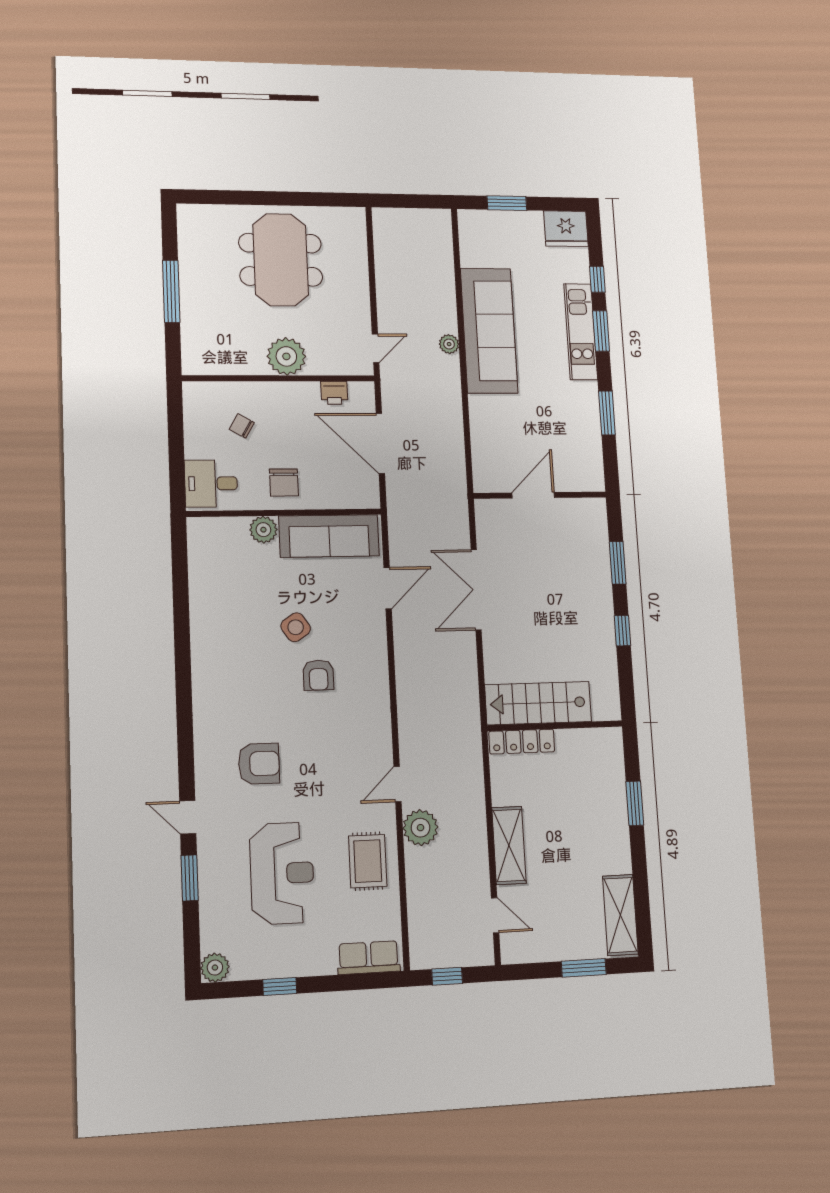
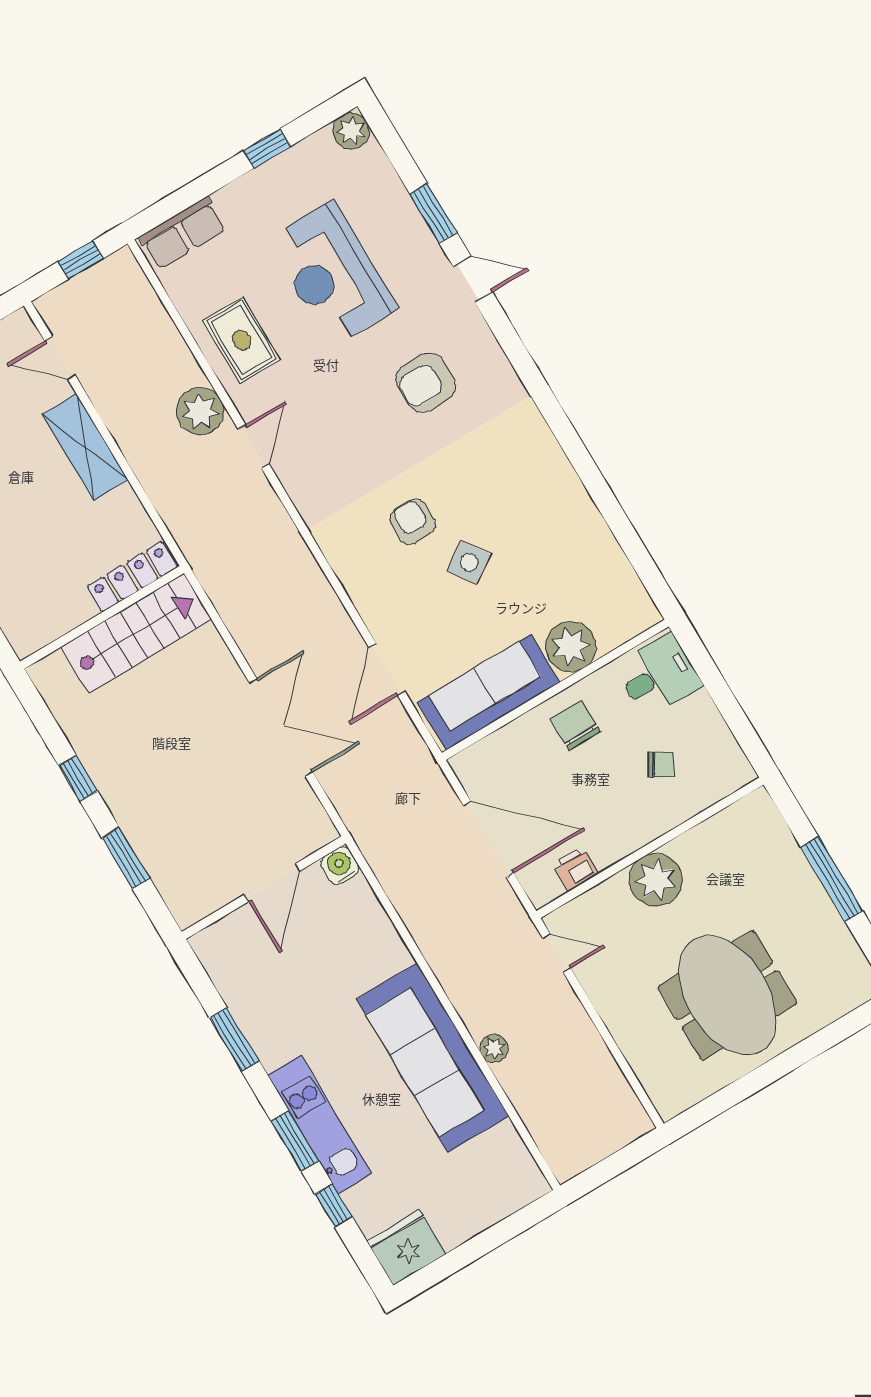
window: (507, 203) -> (496, 1236), removed
plant: (449, 344) -> (494, 1048), moved
door: (376, 348) -> (557, 953), swing flipped
water cooler: (484, 481) -> (340, 866), added
plant: (263, 530) -> (571, 647), width x1.36, depth x1.36

